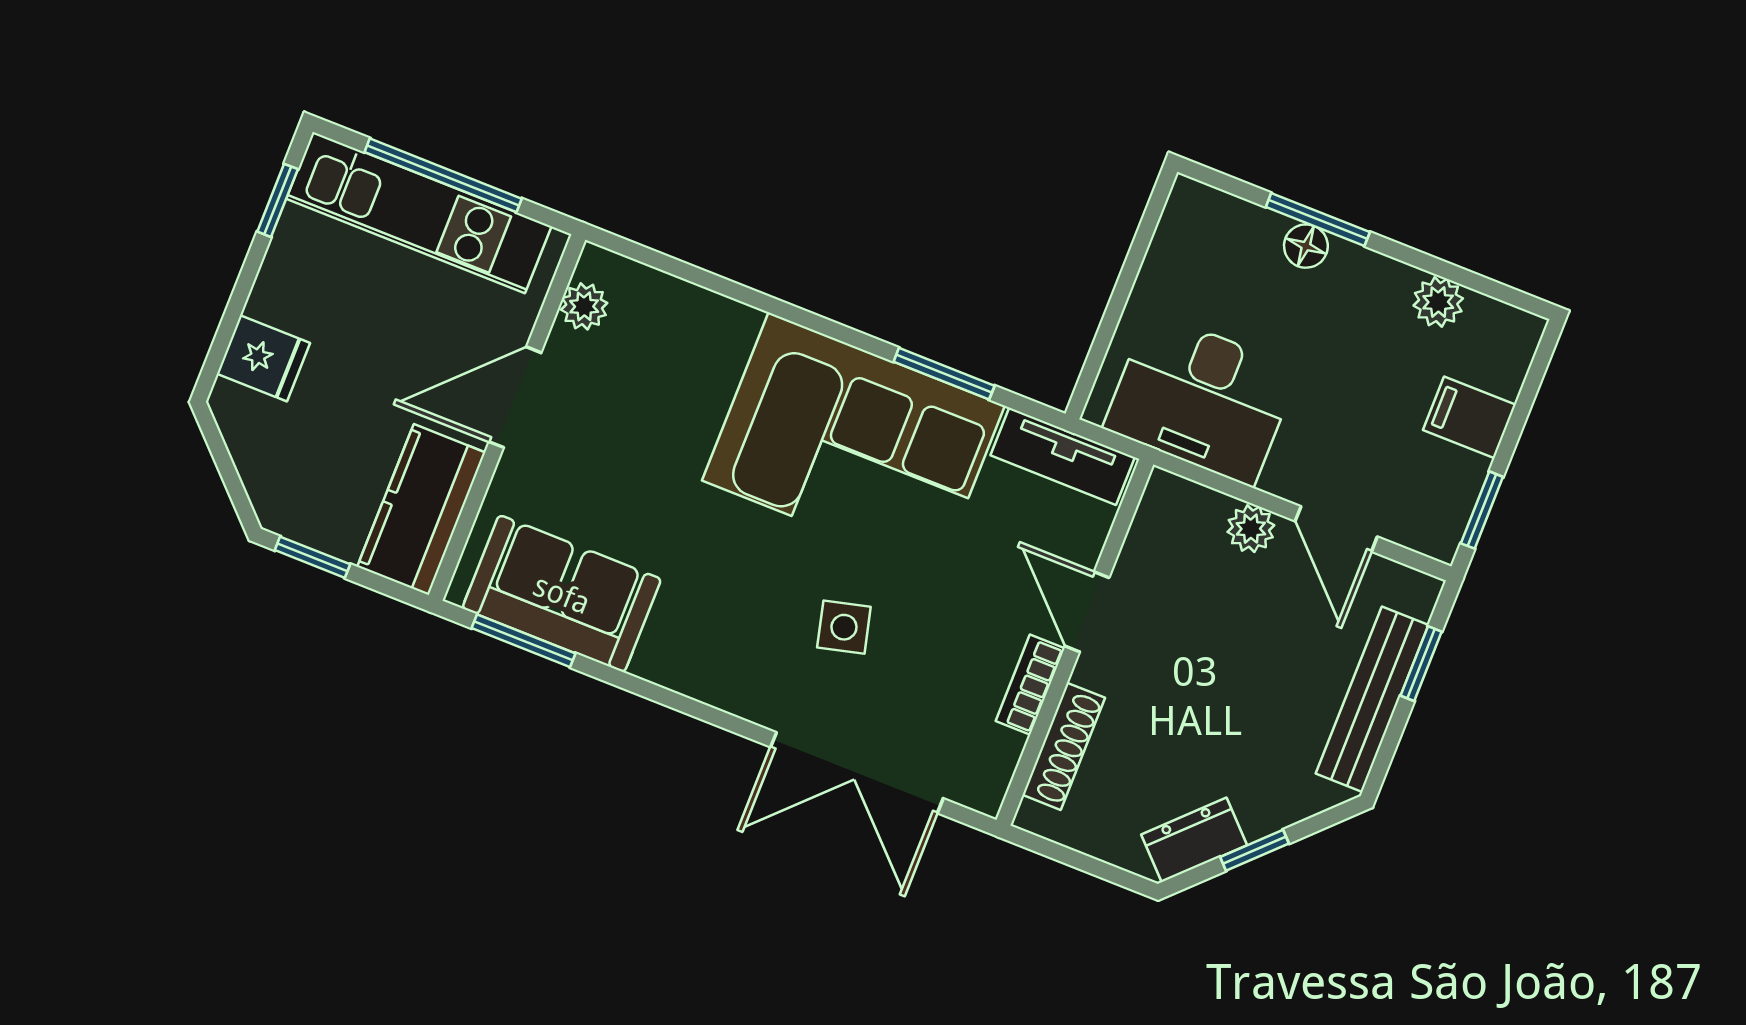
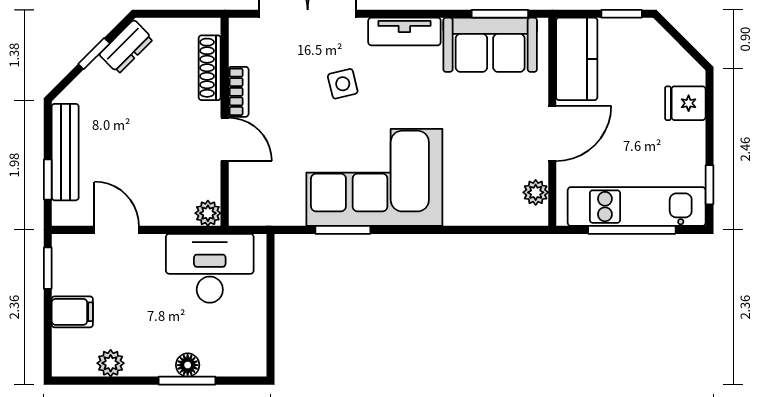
tv unit: (1063, 456) -> (404, 31), moved, turned 180
plant: (1251, 529) -> (208, 213), moved

